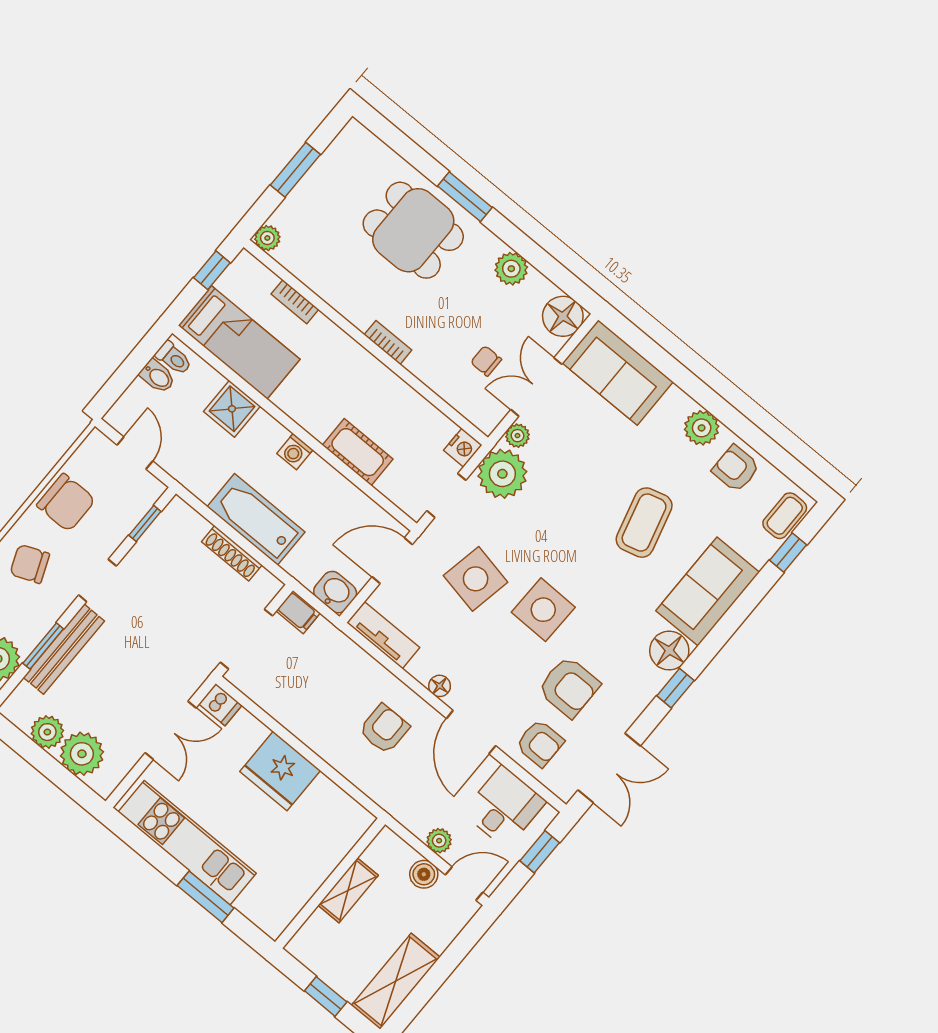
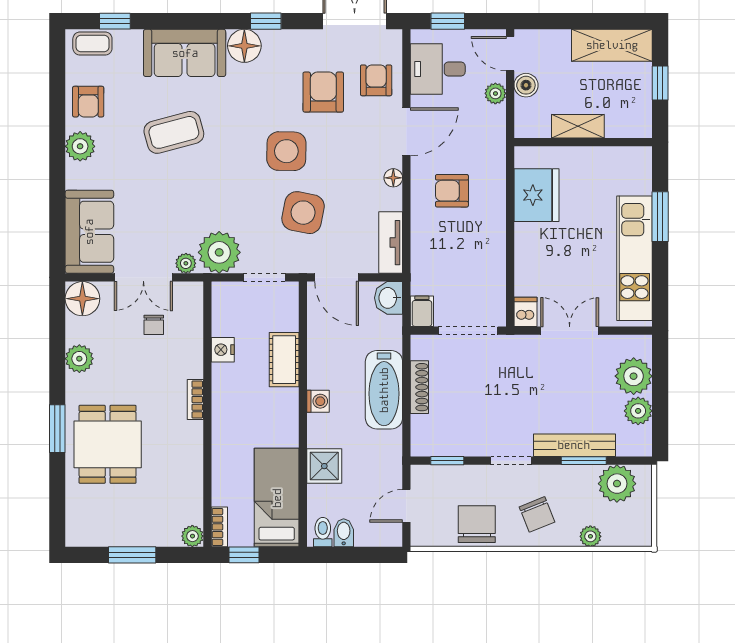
bookcase: (295, 302) -> (219, 527), moved
nightstand: (463, 448) -> (223, 350), moved, turned -90
fridge: (280, 771) -> (536, 195), moved

